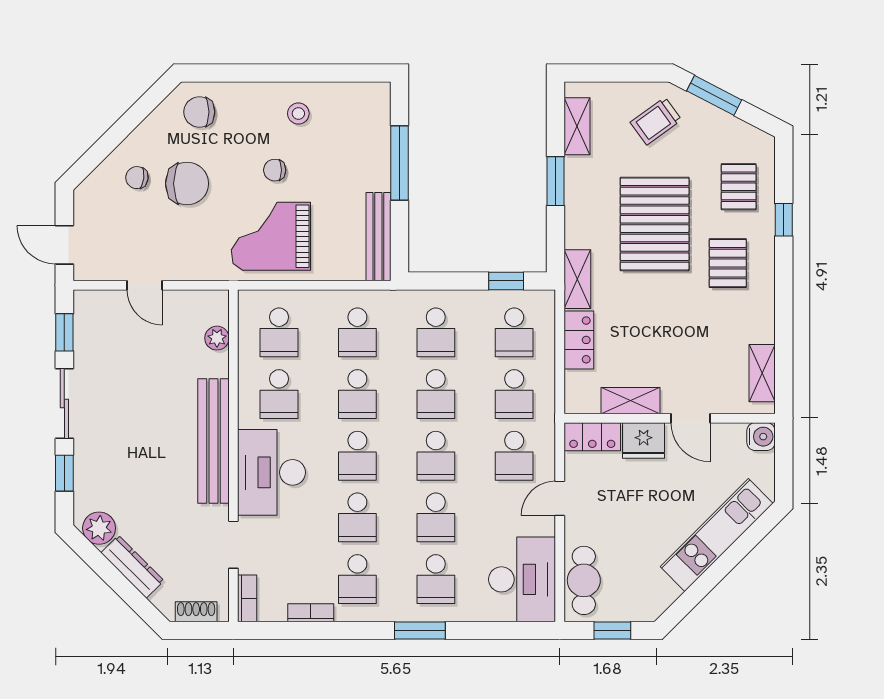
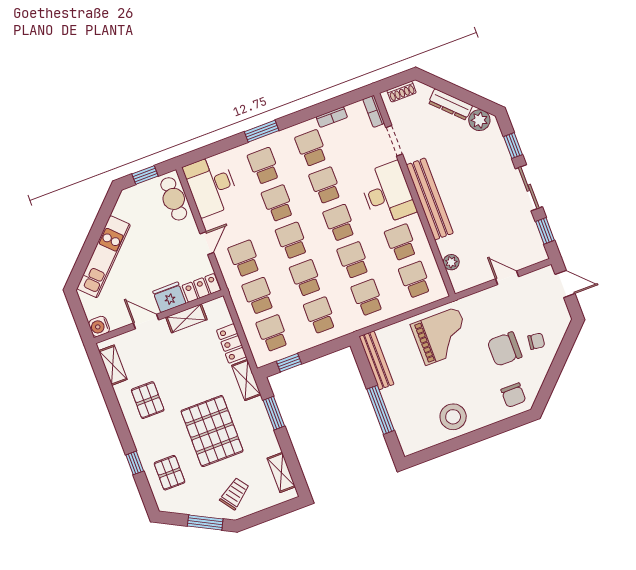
chair: (199, 112) -> (513, 395), turned 90
stool: (298, 113) -> (453, 417), width x1.89, depth x1.89
chair: (275, 170) -> (455, 377), removed
window: (555, 181) -> (274, 413), moved
pallet: (728, 263) -> (148, 400), moved

